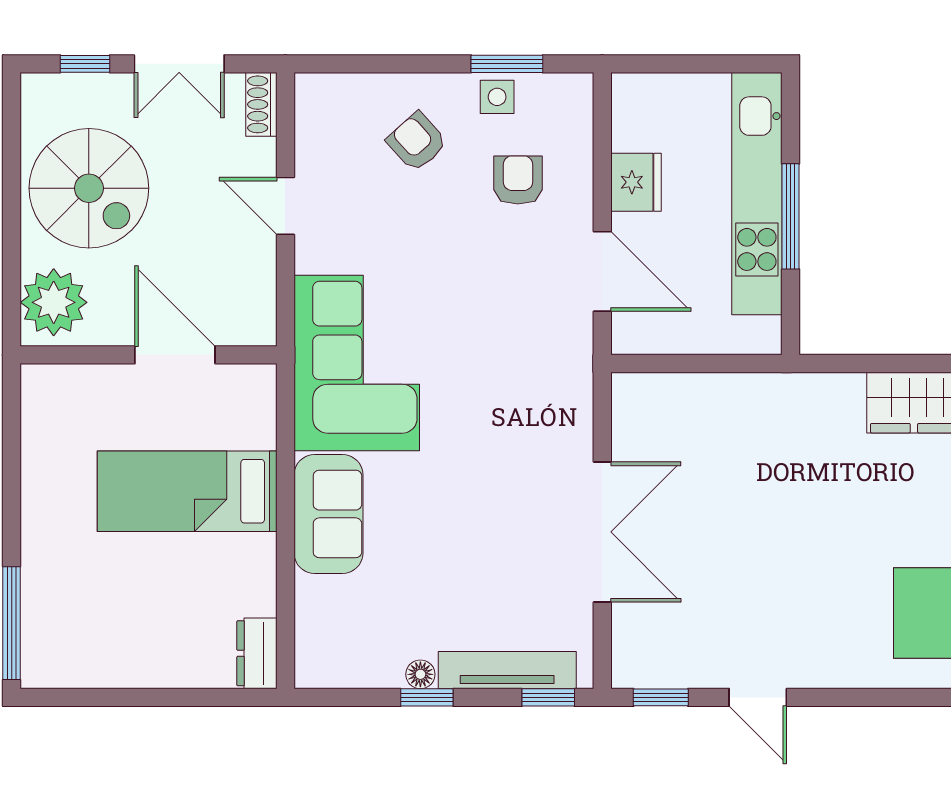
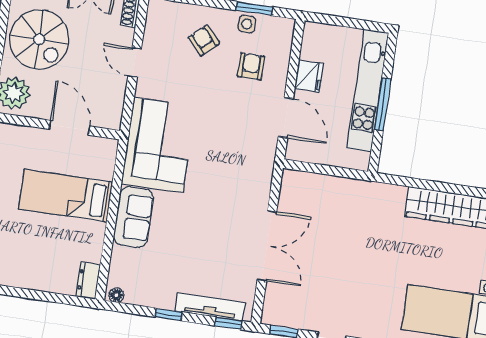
floor lamp: (420, 674) -> (116, 295), moved

